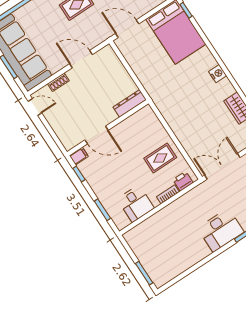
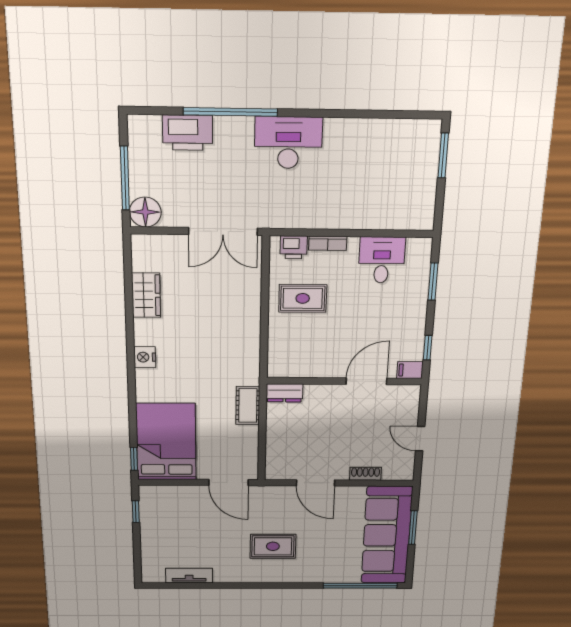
cot: (148, 81) -> (248, 405), added
dresser: (130, 103) -> (284, 393), width x0.70
door: (35, 107) -> (420, 439), moved
door: (96, 135) -> (366, 381), hinge flipped

